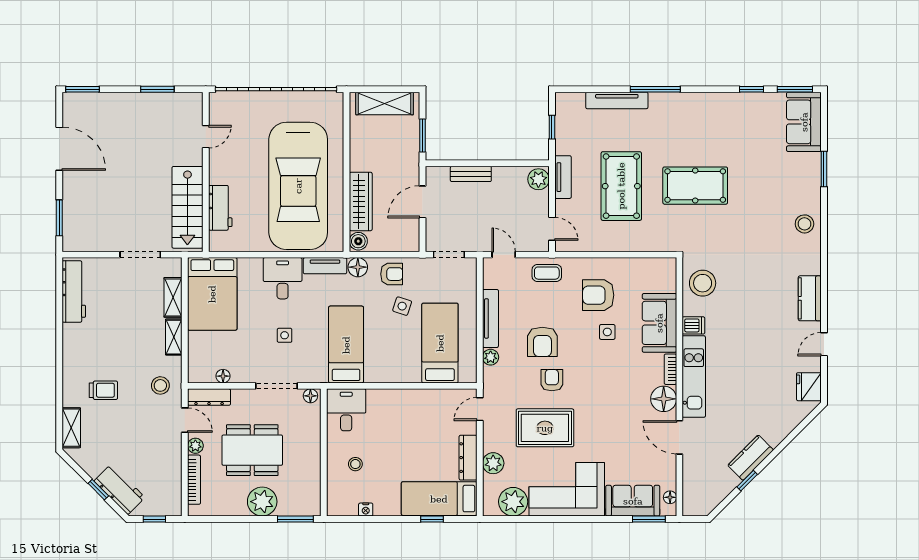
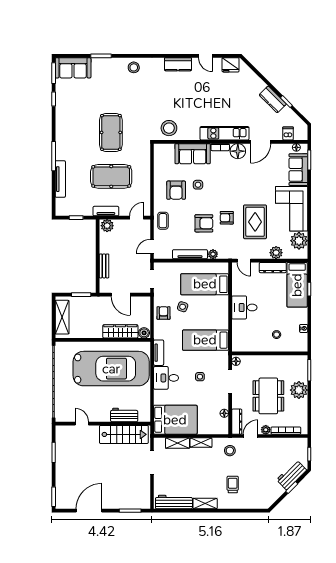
floor lamp: (358, 267) -> (159, 333), removed
dishwasher: (693, 325) -> (288, 133), moved
desk: (346, 410) -> (244, 307), moved
shelving: (71, 428) -> (205, 504), moved

